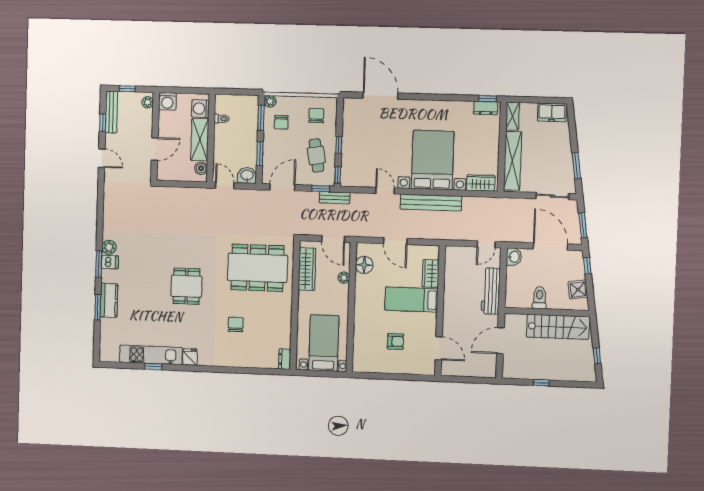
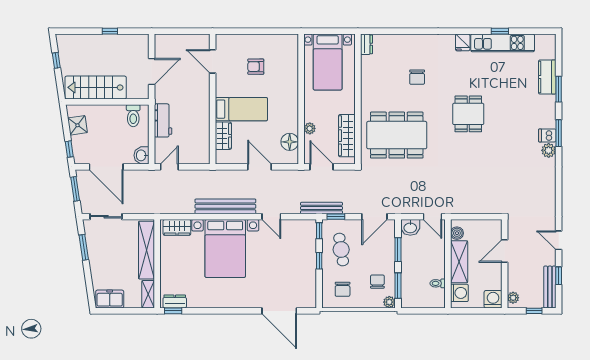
bench: (335, 198) -> (321, 208), width x1.36
workbench: (491, 291) -> (163, 120), width x0.73
toilet: (539, 298) -> (133, 116), moved
kitchen counter: (109, 300) -> (547, 77), moved

